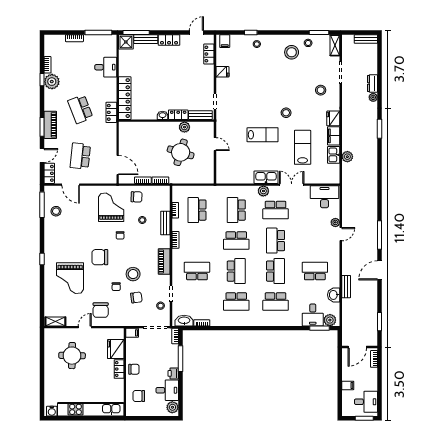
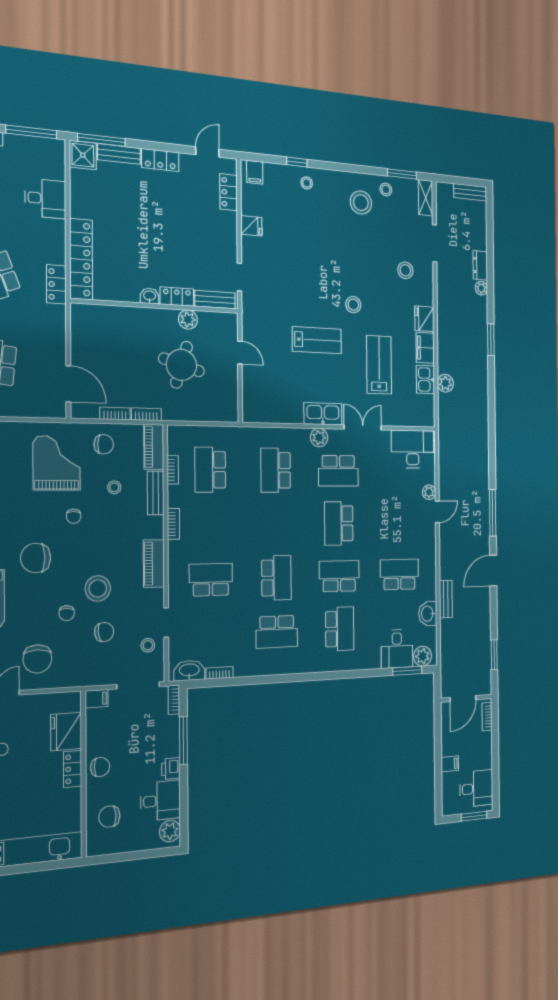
piano: (164, 198) -> (154, 447), added
school desk: (236, 241) -> (276, 524), removed
school desk: (276, 271) -> (339, 576), turned -90
school desk: (276, 302) -> (340, 629), turned -90

